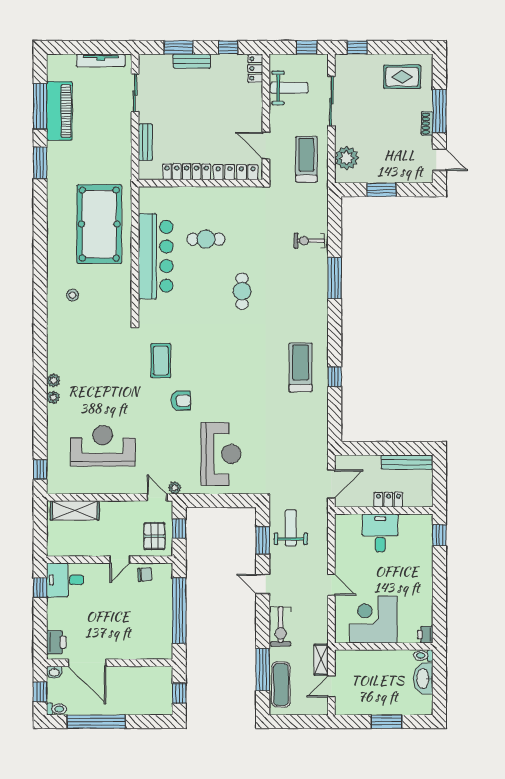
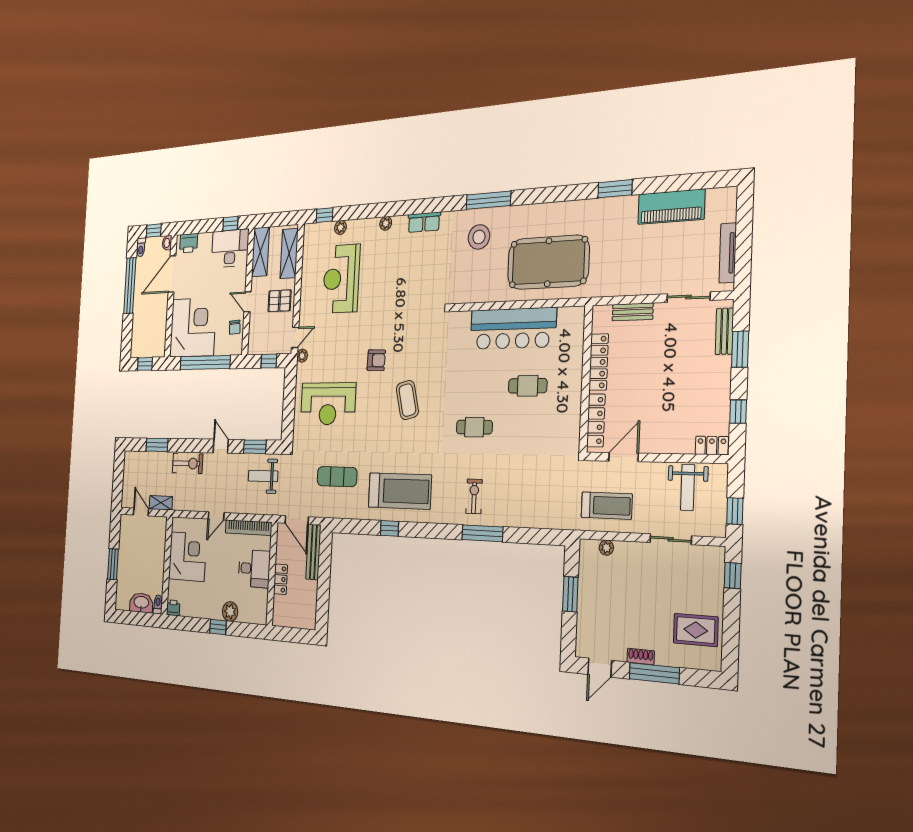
bench: (192, 61) -> (724, 331), moved
rug: (402, 77) -> (696, 630), turned 90
sliding door: (331, 101) -> (671, 539), width x0.73
window: (40, 106) -> (488, 200), moved
plant: (347, 158) -> (606, 548), width x0.53, depth x0.53
cafe table: (206, 239) -> (528, 386), turned 90
exercise bike: (309, 241) -> (474, 496), moved
stool: (72, 295) -> (479, 237), width x1.89, depth x1.89
row of seats: (55, 355) -> (424, 222), added
coffee table: (161, 361) -> (407, 400), moved, turned 76
treadmill: (301, 367) -> (400, 491), width x1.37, depth x1.38
plant: (53, 380) -> (341, 227), moved
armchair: (181, 401) -> (376, 360), turned -88
reception desk: (103, 446) -> (341, 279), turned 180
bench: (407, 462) -> (313, 552), moved
weight bench: (291, 528) -> (263, 476), turned 180
window: (439, 535) -> (218, 627), moved
pallet: (154, 536) -> (280, 301), moved
bookcase: (341, 543) -> (249, 528), added
shelving: (71, 547) -> (260, 252), added
plant: (423, 560) -> (230, 612), added
desk: (65, 580) -> (230, 248), width x1.37
door: (263, 584) -> (221, 446), hinge flipped
exercise bike: (281, 626) -> (188, 463), turned 180
corner desk: (143, 630) -> (193, 327), added
window: (263, 670) -> (157, 445), width x0.69
exercise mat: (281, 685) -> (337, 477), moved

